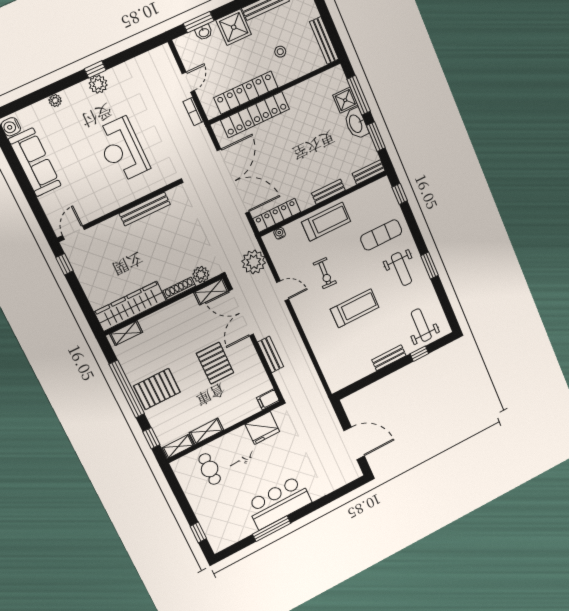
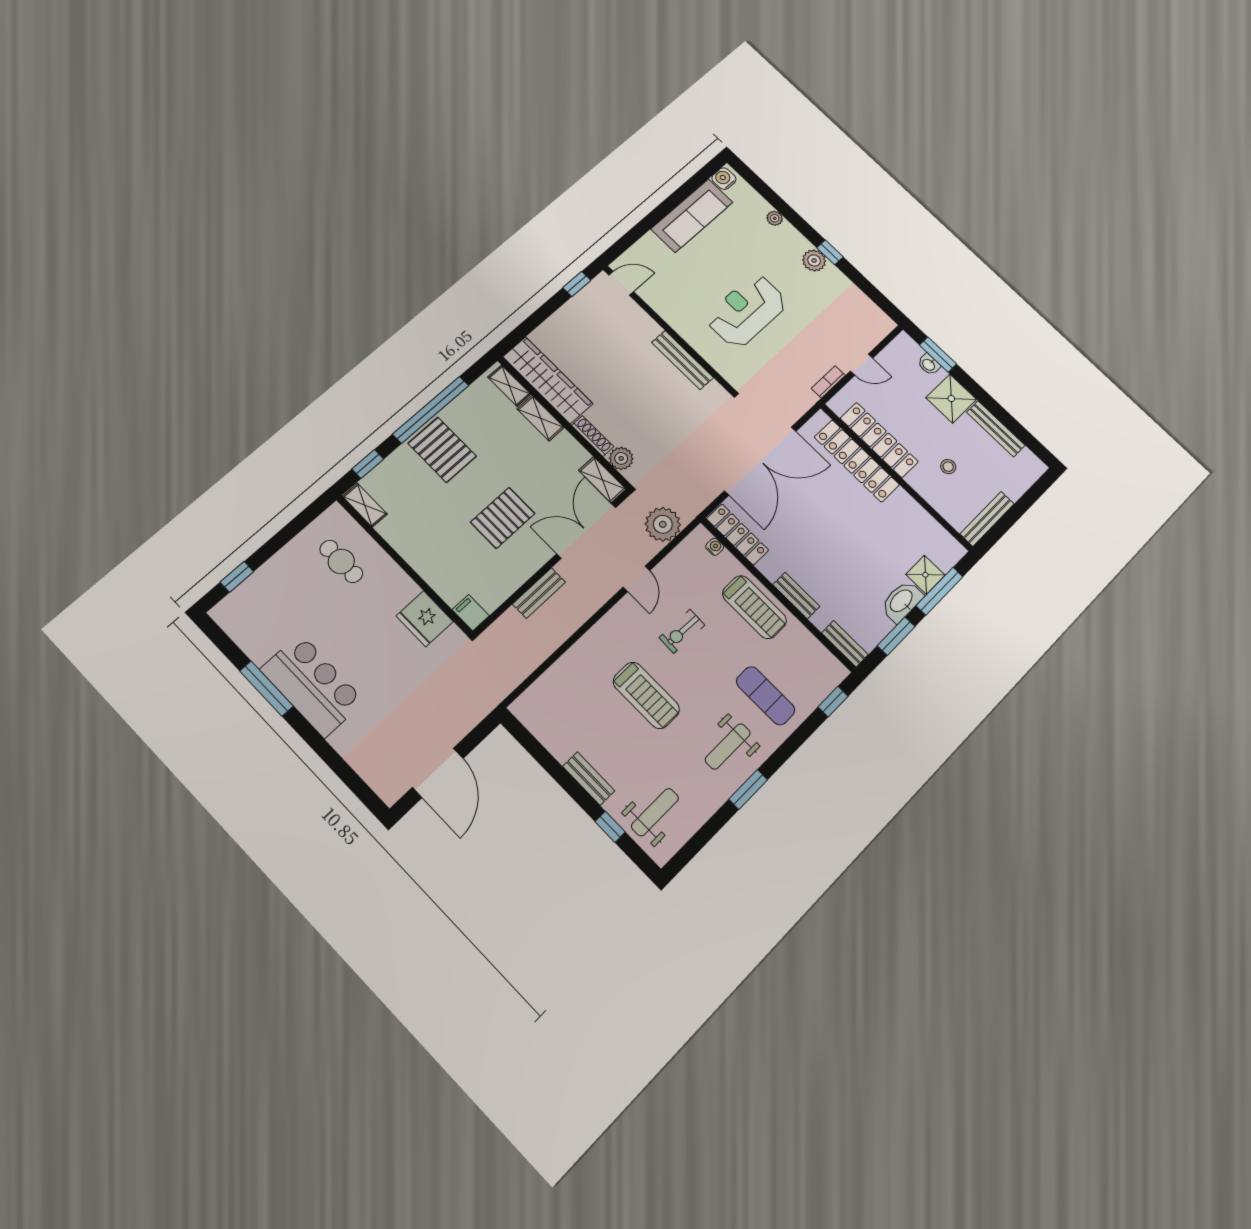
shelving: (206, 431) -> (541, 418), moved
cafe table: (210, 469) -> (341, 561), turned 90

